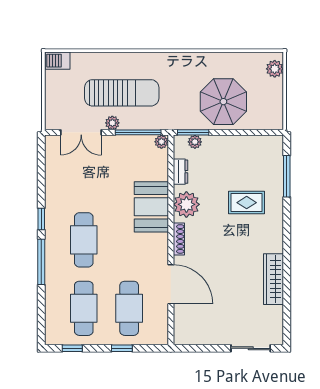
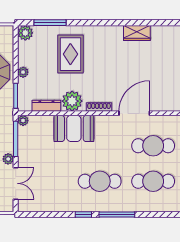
plant: (195, 142) -> (23, 72), moved
plant: (274, 145) -> (25, 33), added
dresser: (181, 172) -> (46, 106), width x1.44
rug: (247, 203) -> (70, 54), width x1.36, depth x1.43
wardrobe: (274, 279) -> (137, 33), width x0.67

